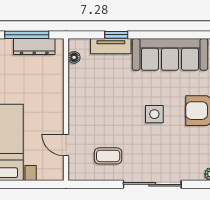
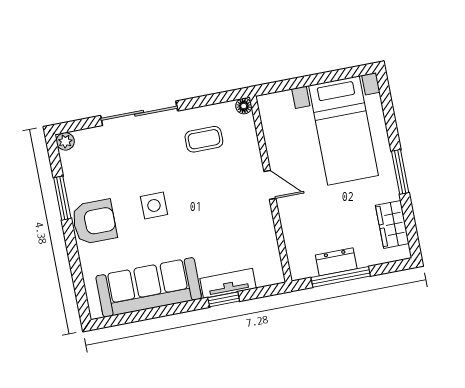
dresser: (34, 47) -> (336, 262), width x0.70
floor lamp: (74, 57) -> (244, 106), moved
door: (66, 145) -> (270, 185), moved

